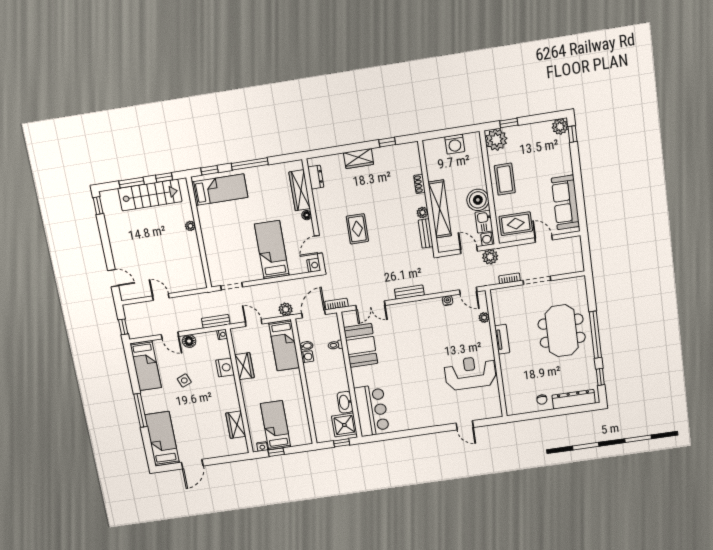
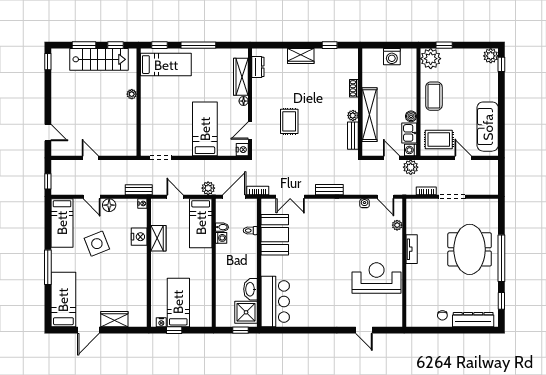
boiler: (478, 200) -> (411, 116), width x0.54, depth x0.54
side table: (184, 380) -> (97, 244), width x1.87, depth x1.87
wardrobe: (236, 425) -> (114, 319), moved, turned 90

